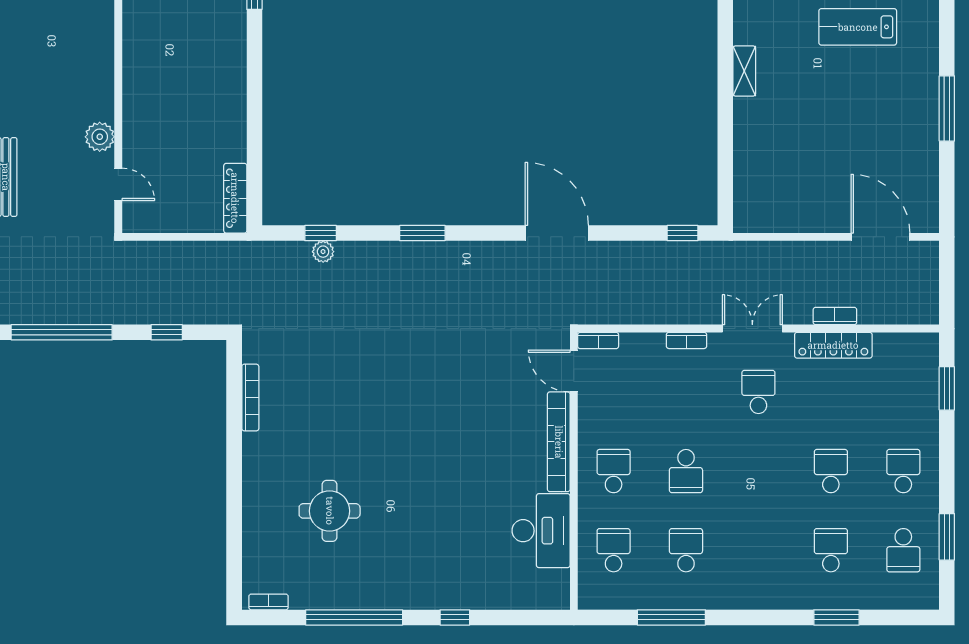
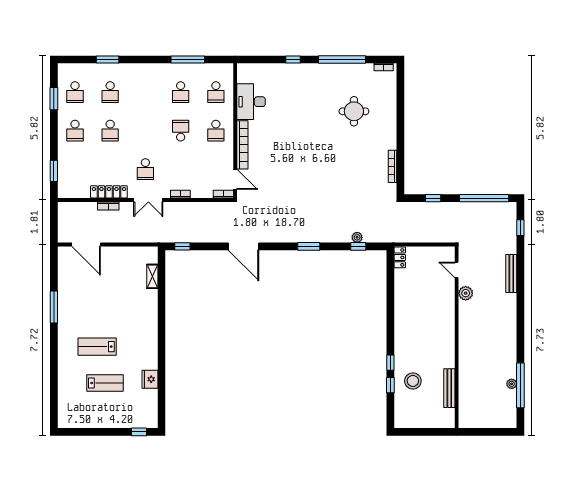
lab bench: (858, 27) -> (97, 347), turned 180
shelving: (744, 71) -> (152, 276), moved
locker: (235, 198) -> (400, 257), width x0.66
school desk: (903, 550) -> (75, 92), turned 180

